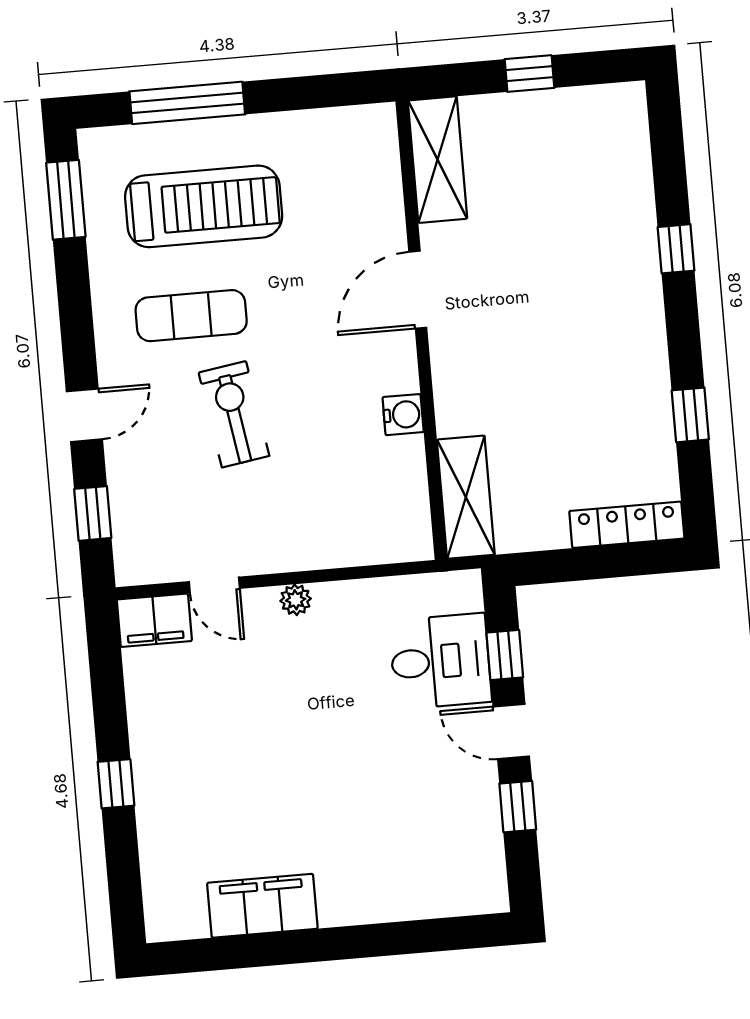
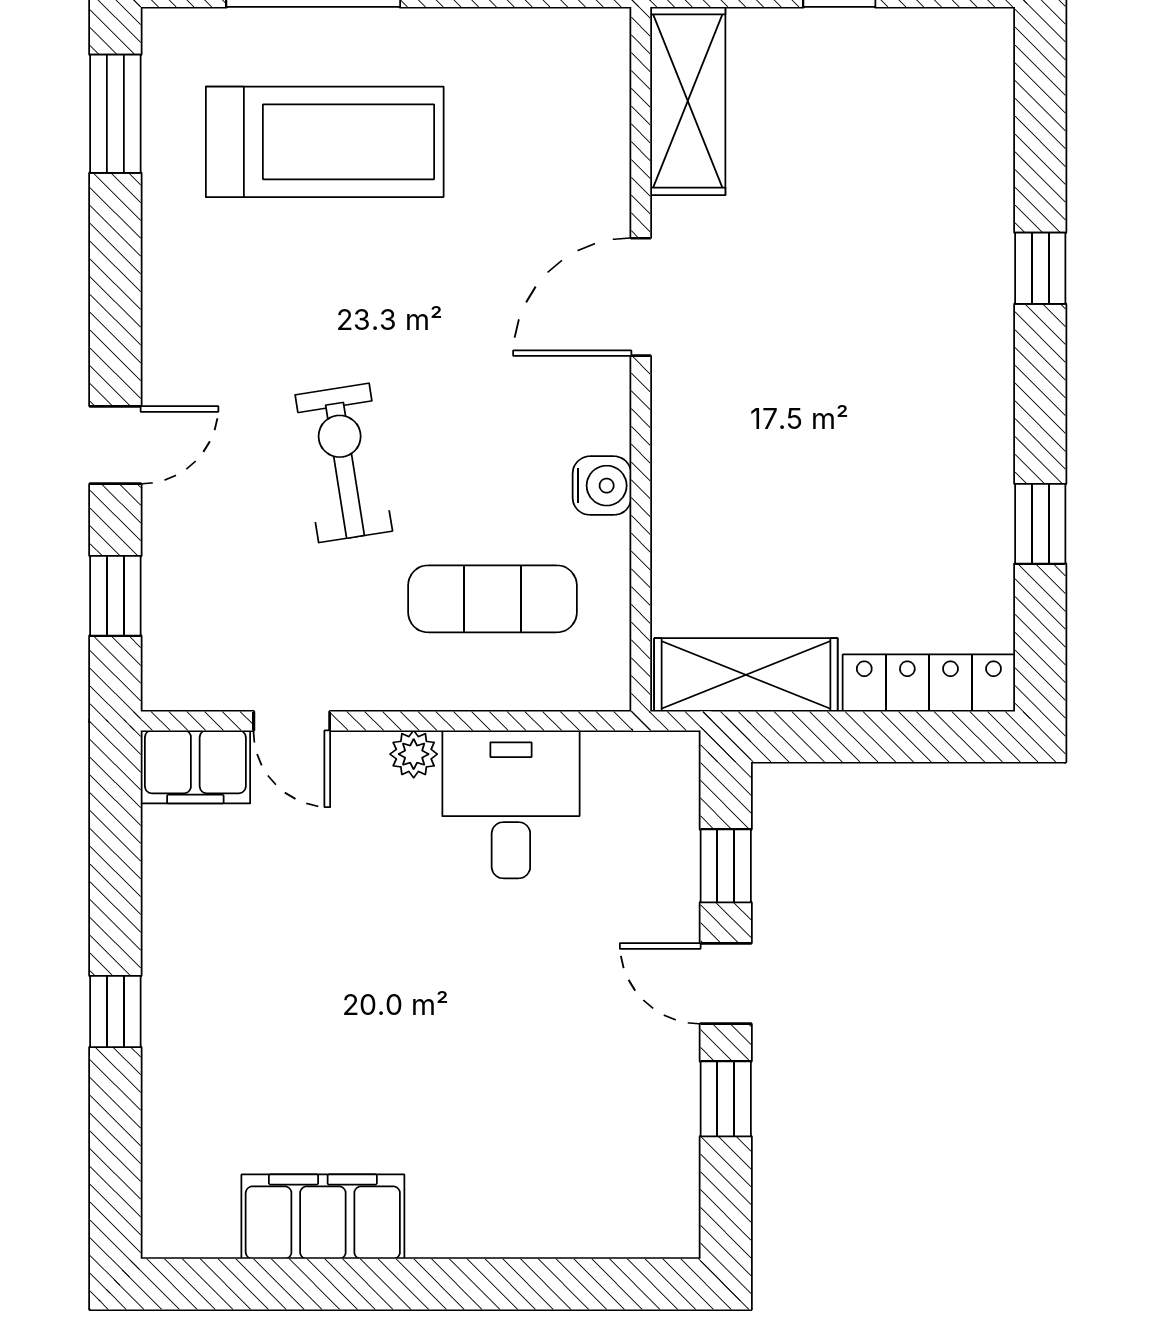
exercise mat: (191, 316) -> (492, 599), moved
shelving: (466, 497) -> (746, 675), moved, turned 90
desk: (440, 661) -> (511, 804), moved, turned -90

